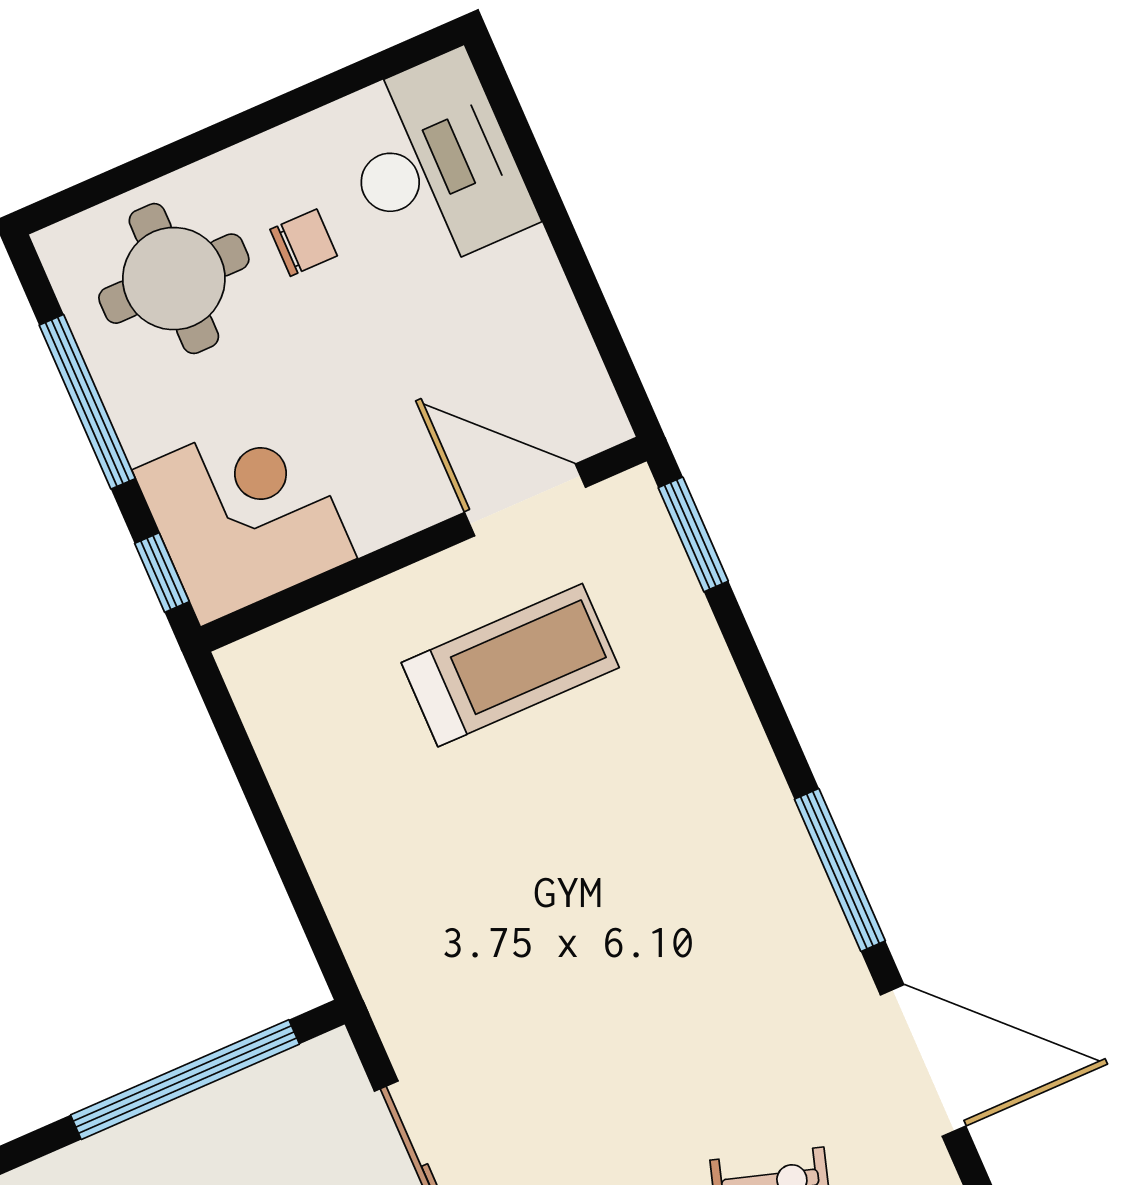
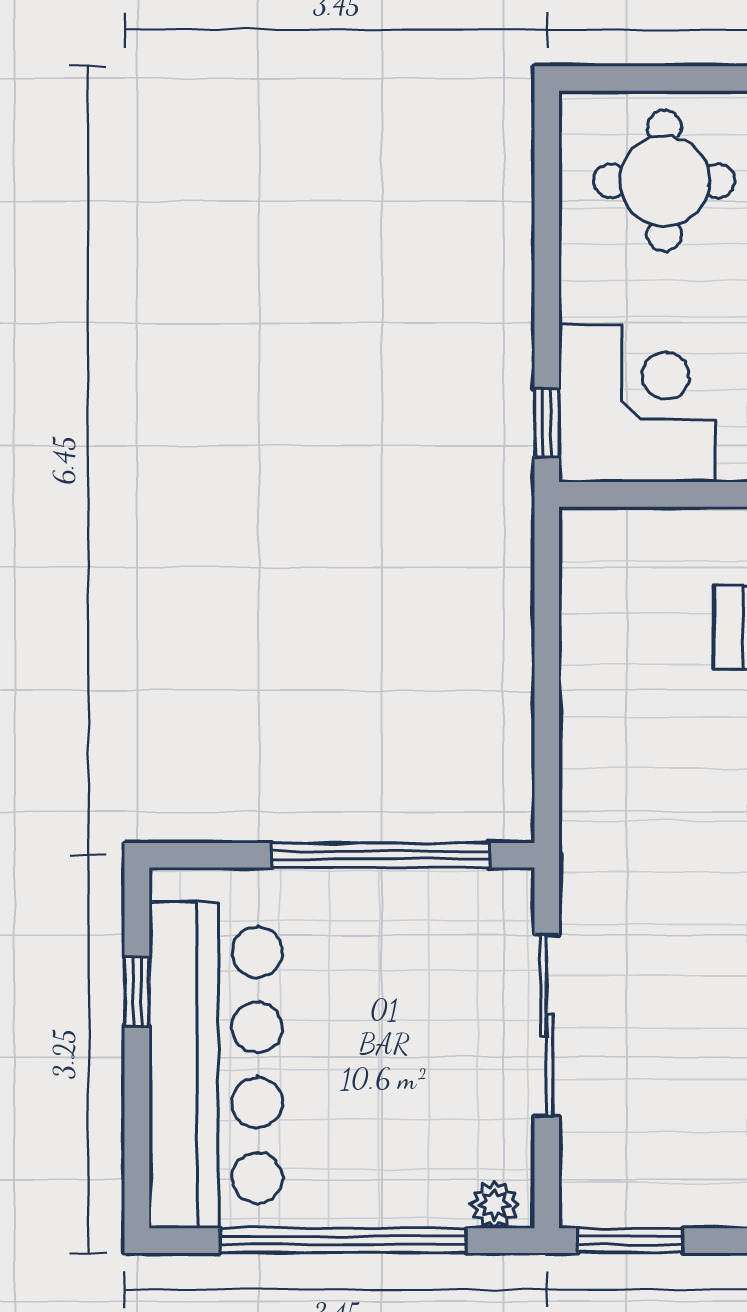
window: (87, 402) -> (547, 252), removed

